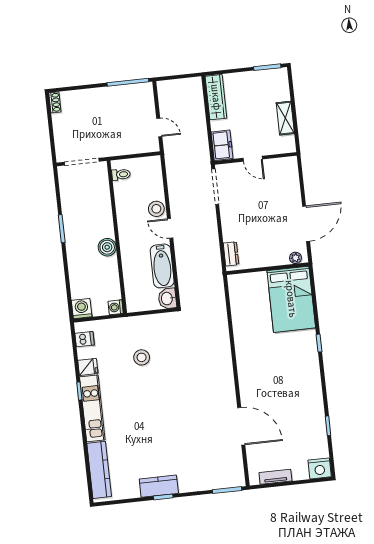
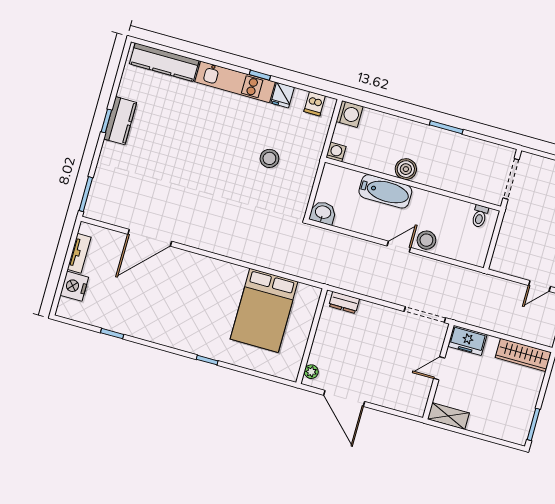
shelving: (285, 118) -> (448, 416), moved
door: (159, 127) -> (540, 286), moved
bathtub: (162, 266) -> (385, 191), moved, turned 180
bed: (291, 299) -> (264, 310), moved, turned -90
nightstand: (320, 468) -> (74, 286), moved

